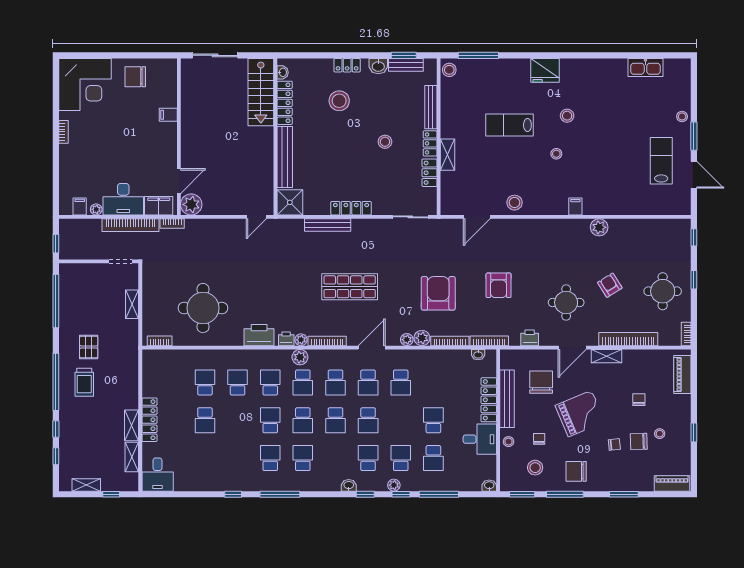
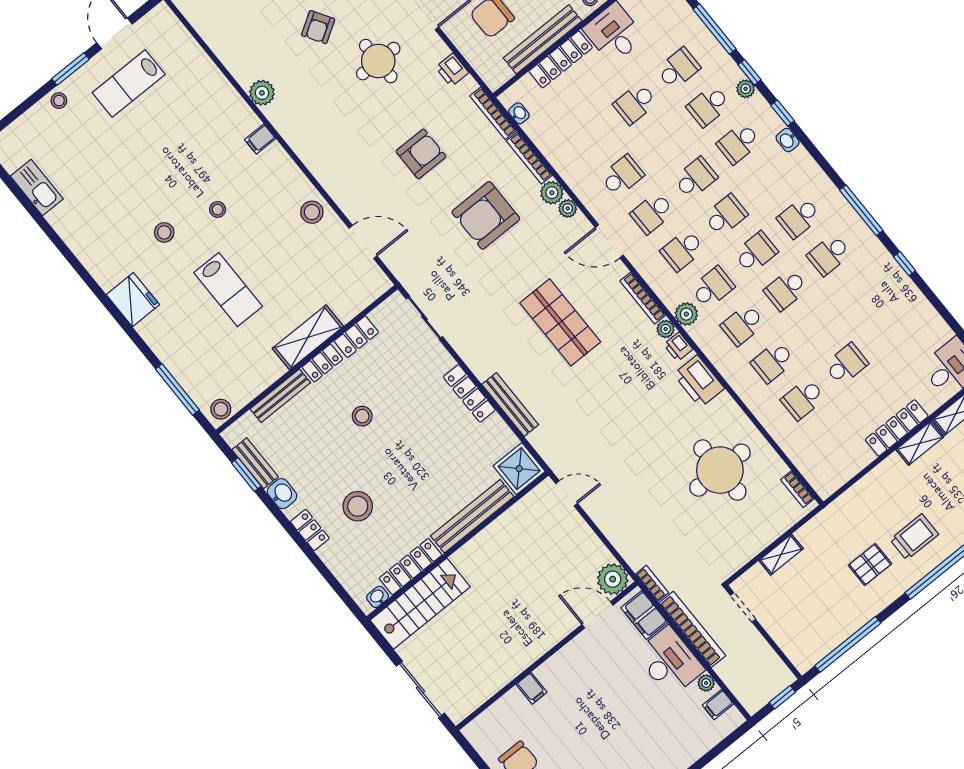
shelving: (448, 155) -> (308, 337), width x1.50, depth x1.33
school desk: (335, 382) -> (682, 250), turned 180
school desk: (368, 382) -> (652, 213), turned 180

